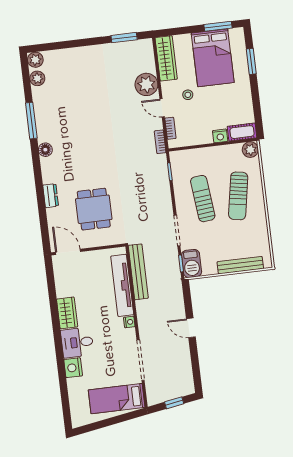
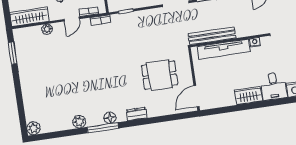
plant: (37, 78) -> (79, 122), moved
plant: (146, 84) -> (47, 29), width x0.53, depth x0.53
window: (31, 121) -> (103, 128), moved
dresser: (51, 196) -> (137, 114), moved

